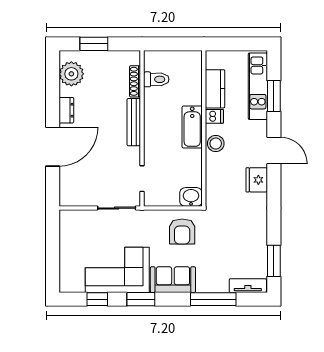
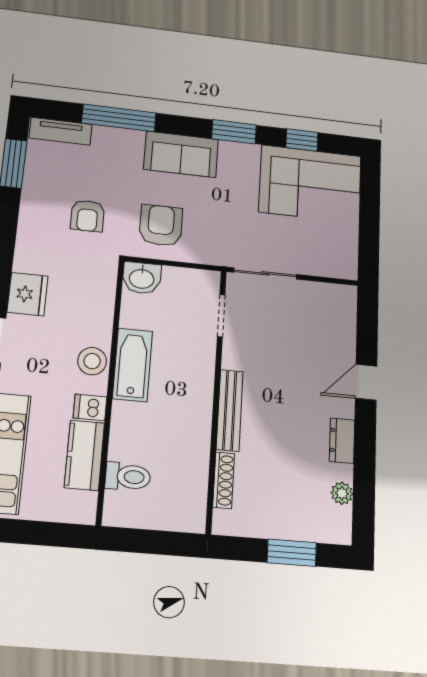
plant: (71, 74) -> (342, 493), width x0.53, depth x0.53
toilet: (156, 79) -> (128, 477), moved, turned 180
bathtub: (192, 127) -> (133, 365), moved
door: (53, 147) -> (366, 382), width x0.53
armchair: (227, 233) -> (87, 216), added
corner sofa: (117, 270) -> (310, 184), moved

